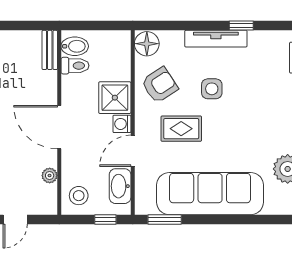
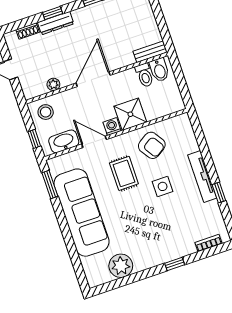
floor lamp: (147, 44) -> (180, 125), removed

